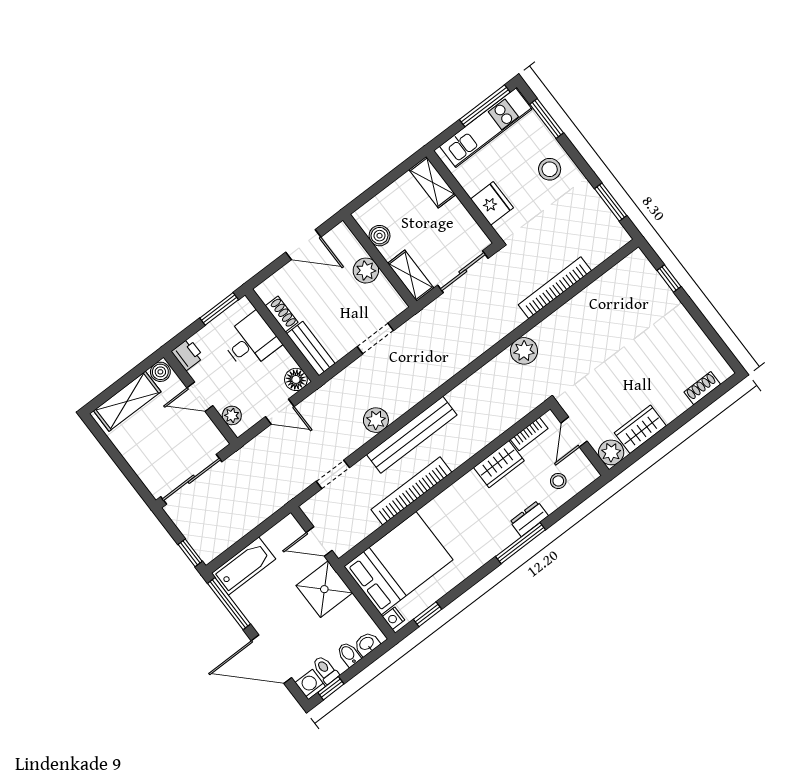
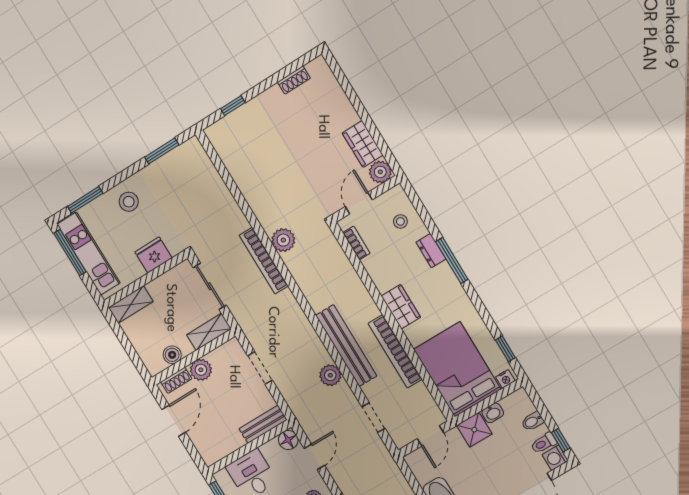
bookcase: (555, 288) -> (264, 261), moved
shoe rack: (282, 314) -> (176, 380), moved, turned 180
shoe rack: (702, 388) -> (294, 80), moved, turned -90
door: (574, 432) -> (359, 203), swing flipped
wardrobe: (499, 464) -> (401, 307), moved
shower: (324, 589) -> (474, 430), width x0.73, depth x0.73
washbasin: (367, 644) -> (493, 413), moved, turned -90

